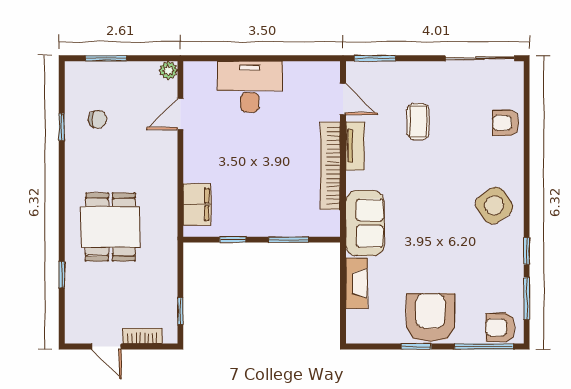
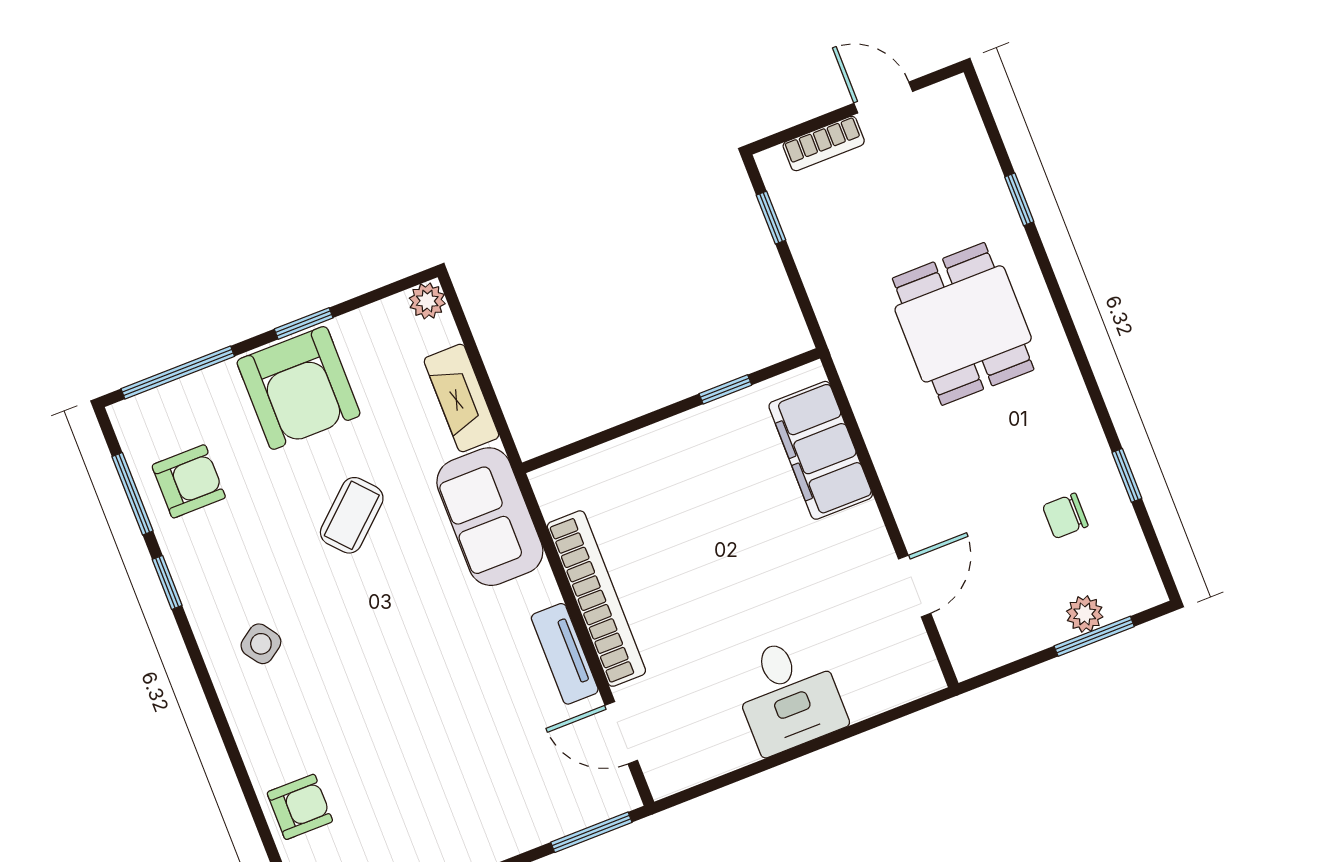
plant: (168, 70) -> (1085, 614), moved
desk: (250, 87) -> (788, 695), width x0.73
coffee table: (418, 122) -> (352, 515), moved, turned 48
filing cabinet: (197, 204) -> (821, 450), width x1.50, depth x1.17
side table: (494, 206) -> (261, 644), width x0.54, depth x0.54
window: (289, 240) -> (621, 430), removed
armchair: (500, 327) -> (189, 481), moved
plant: (355, 335) -> (427, 301), added

